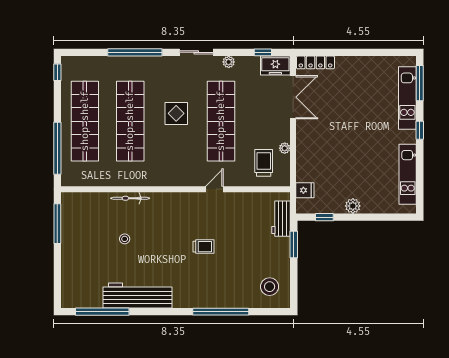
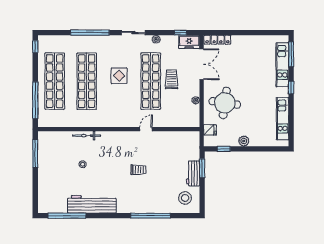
round table: (326, 152) -> (225, 103), added
trolley: (264, 163) -> (171, 79), moved
workbench: (281, 219) -> (193, 173), moved

